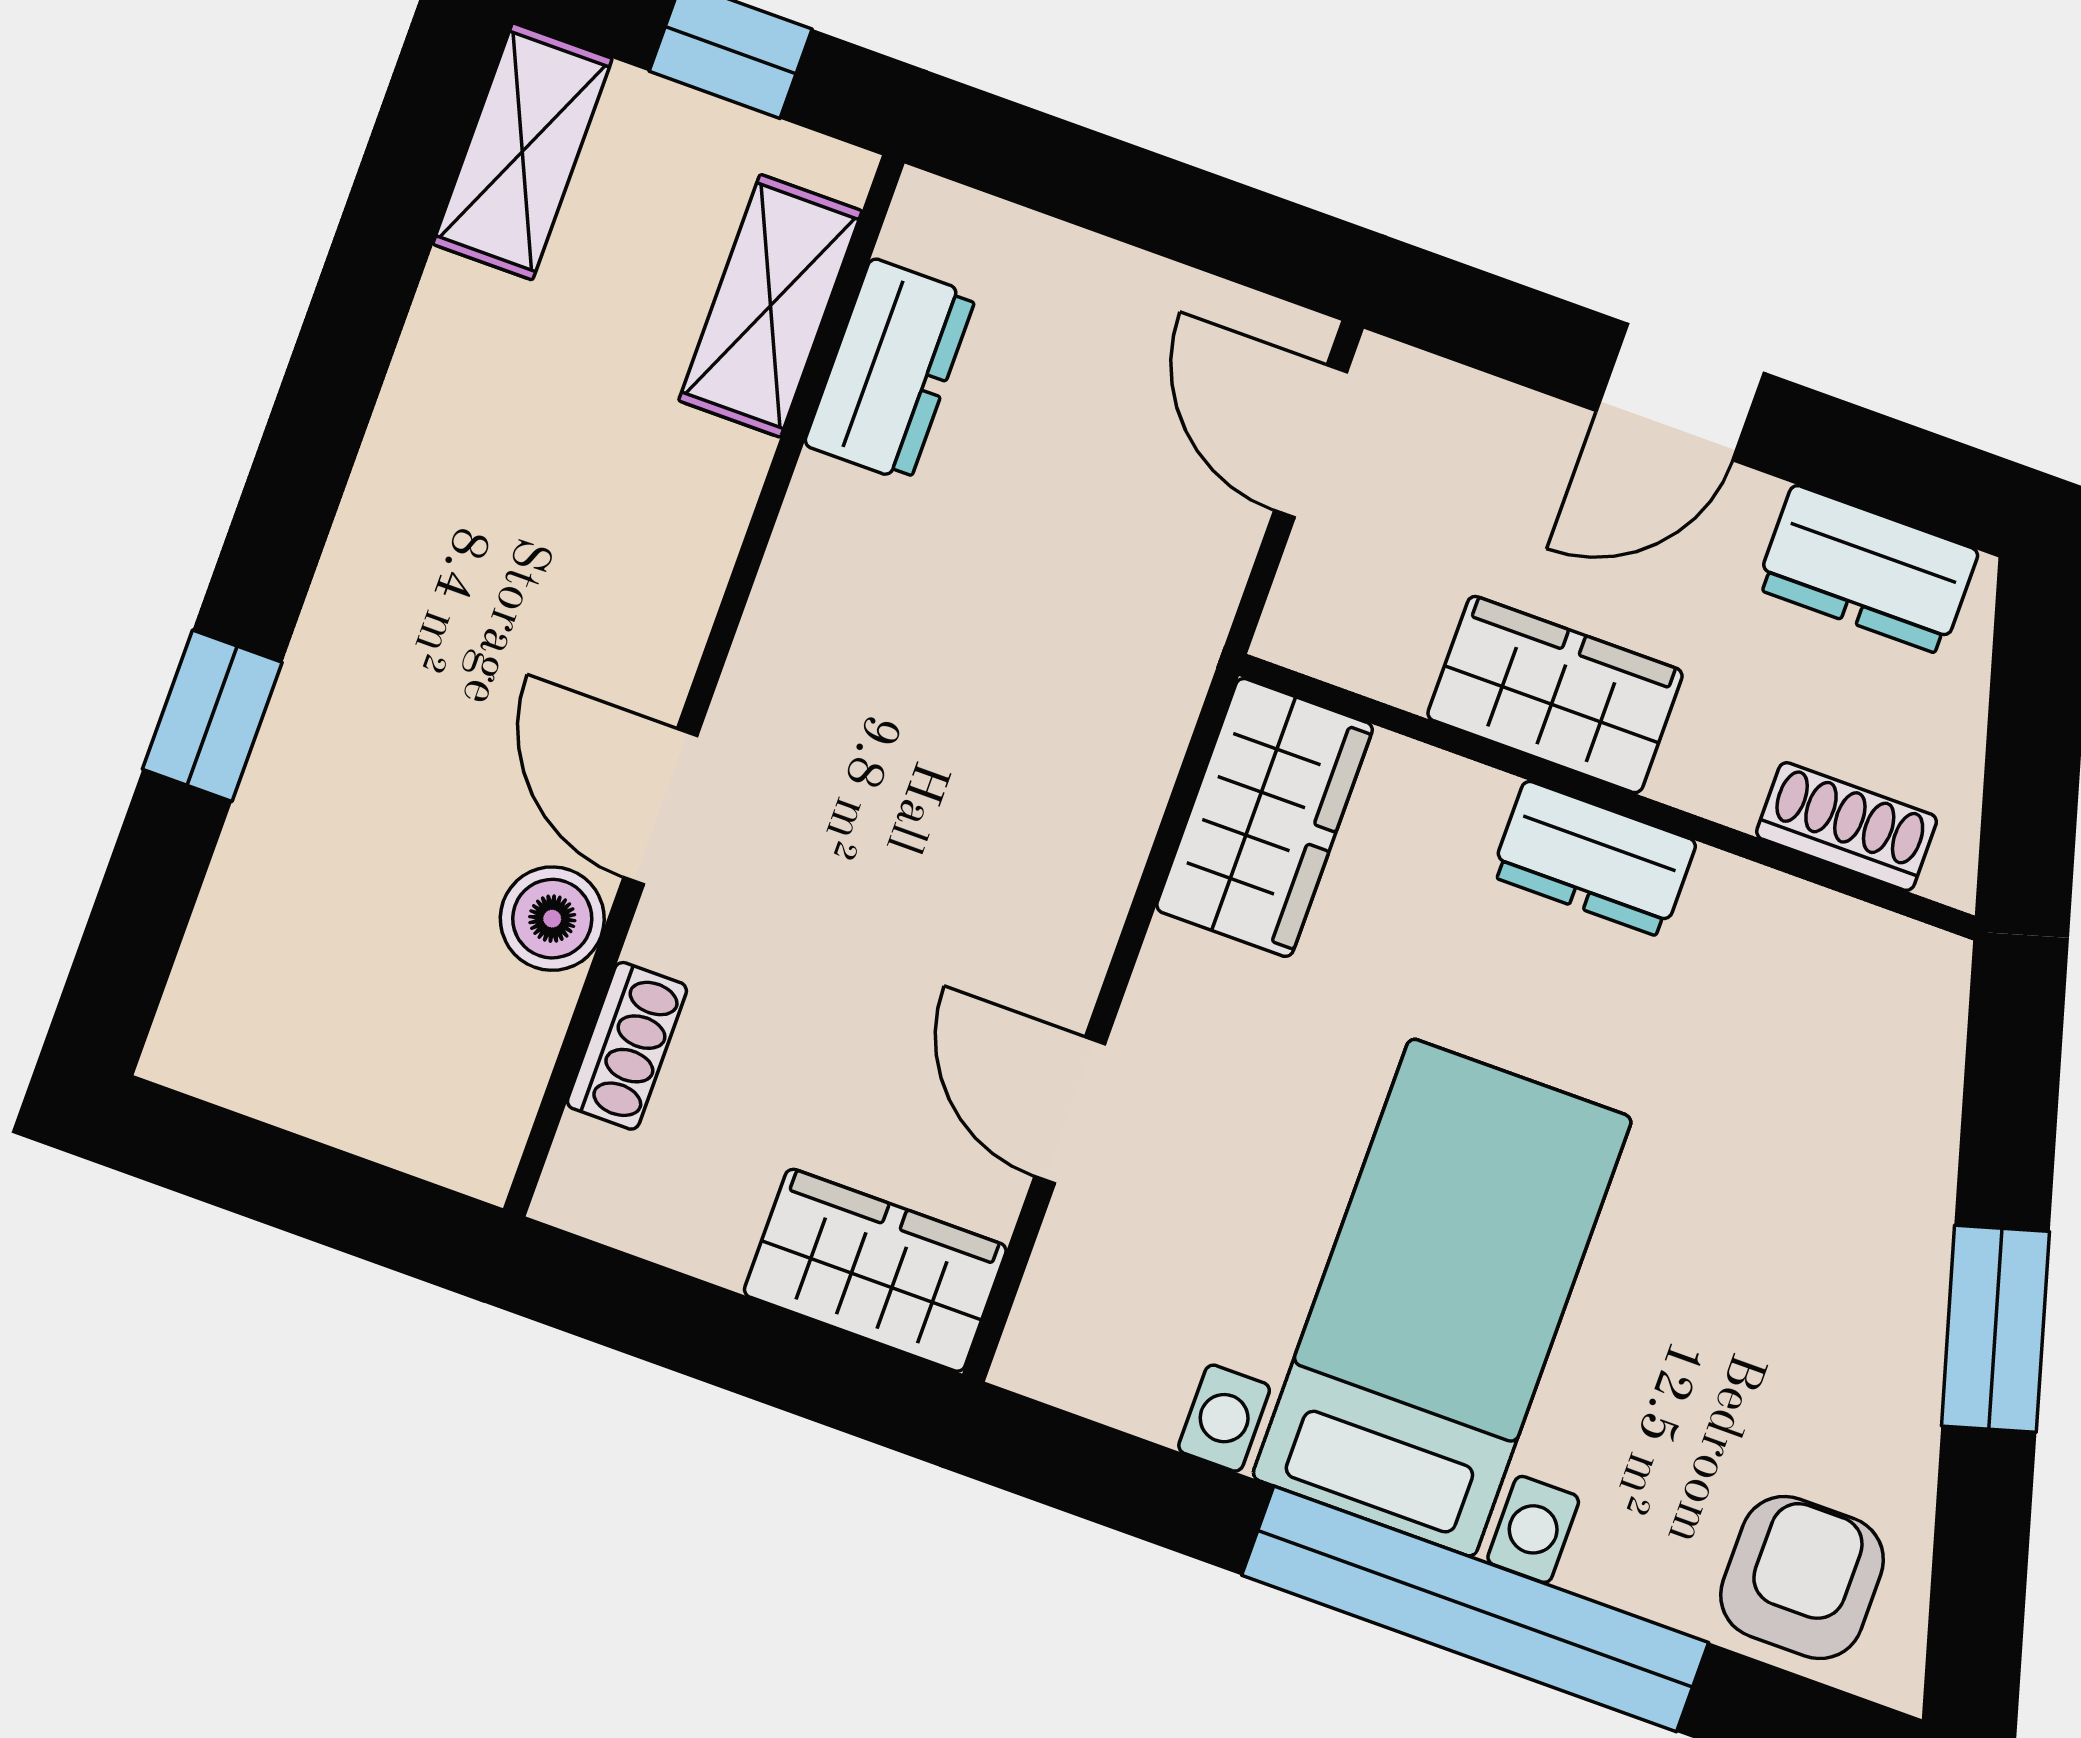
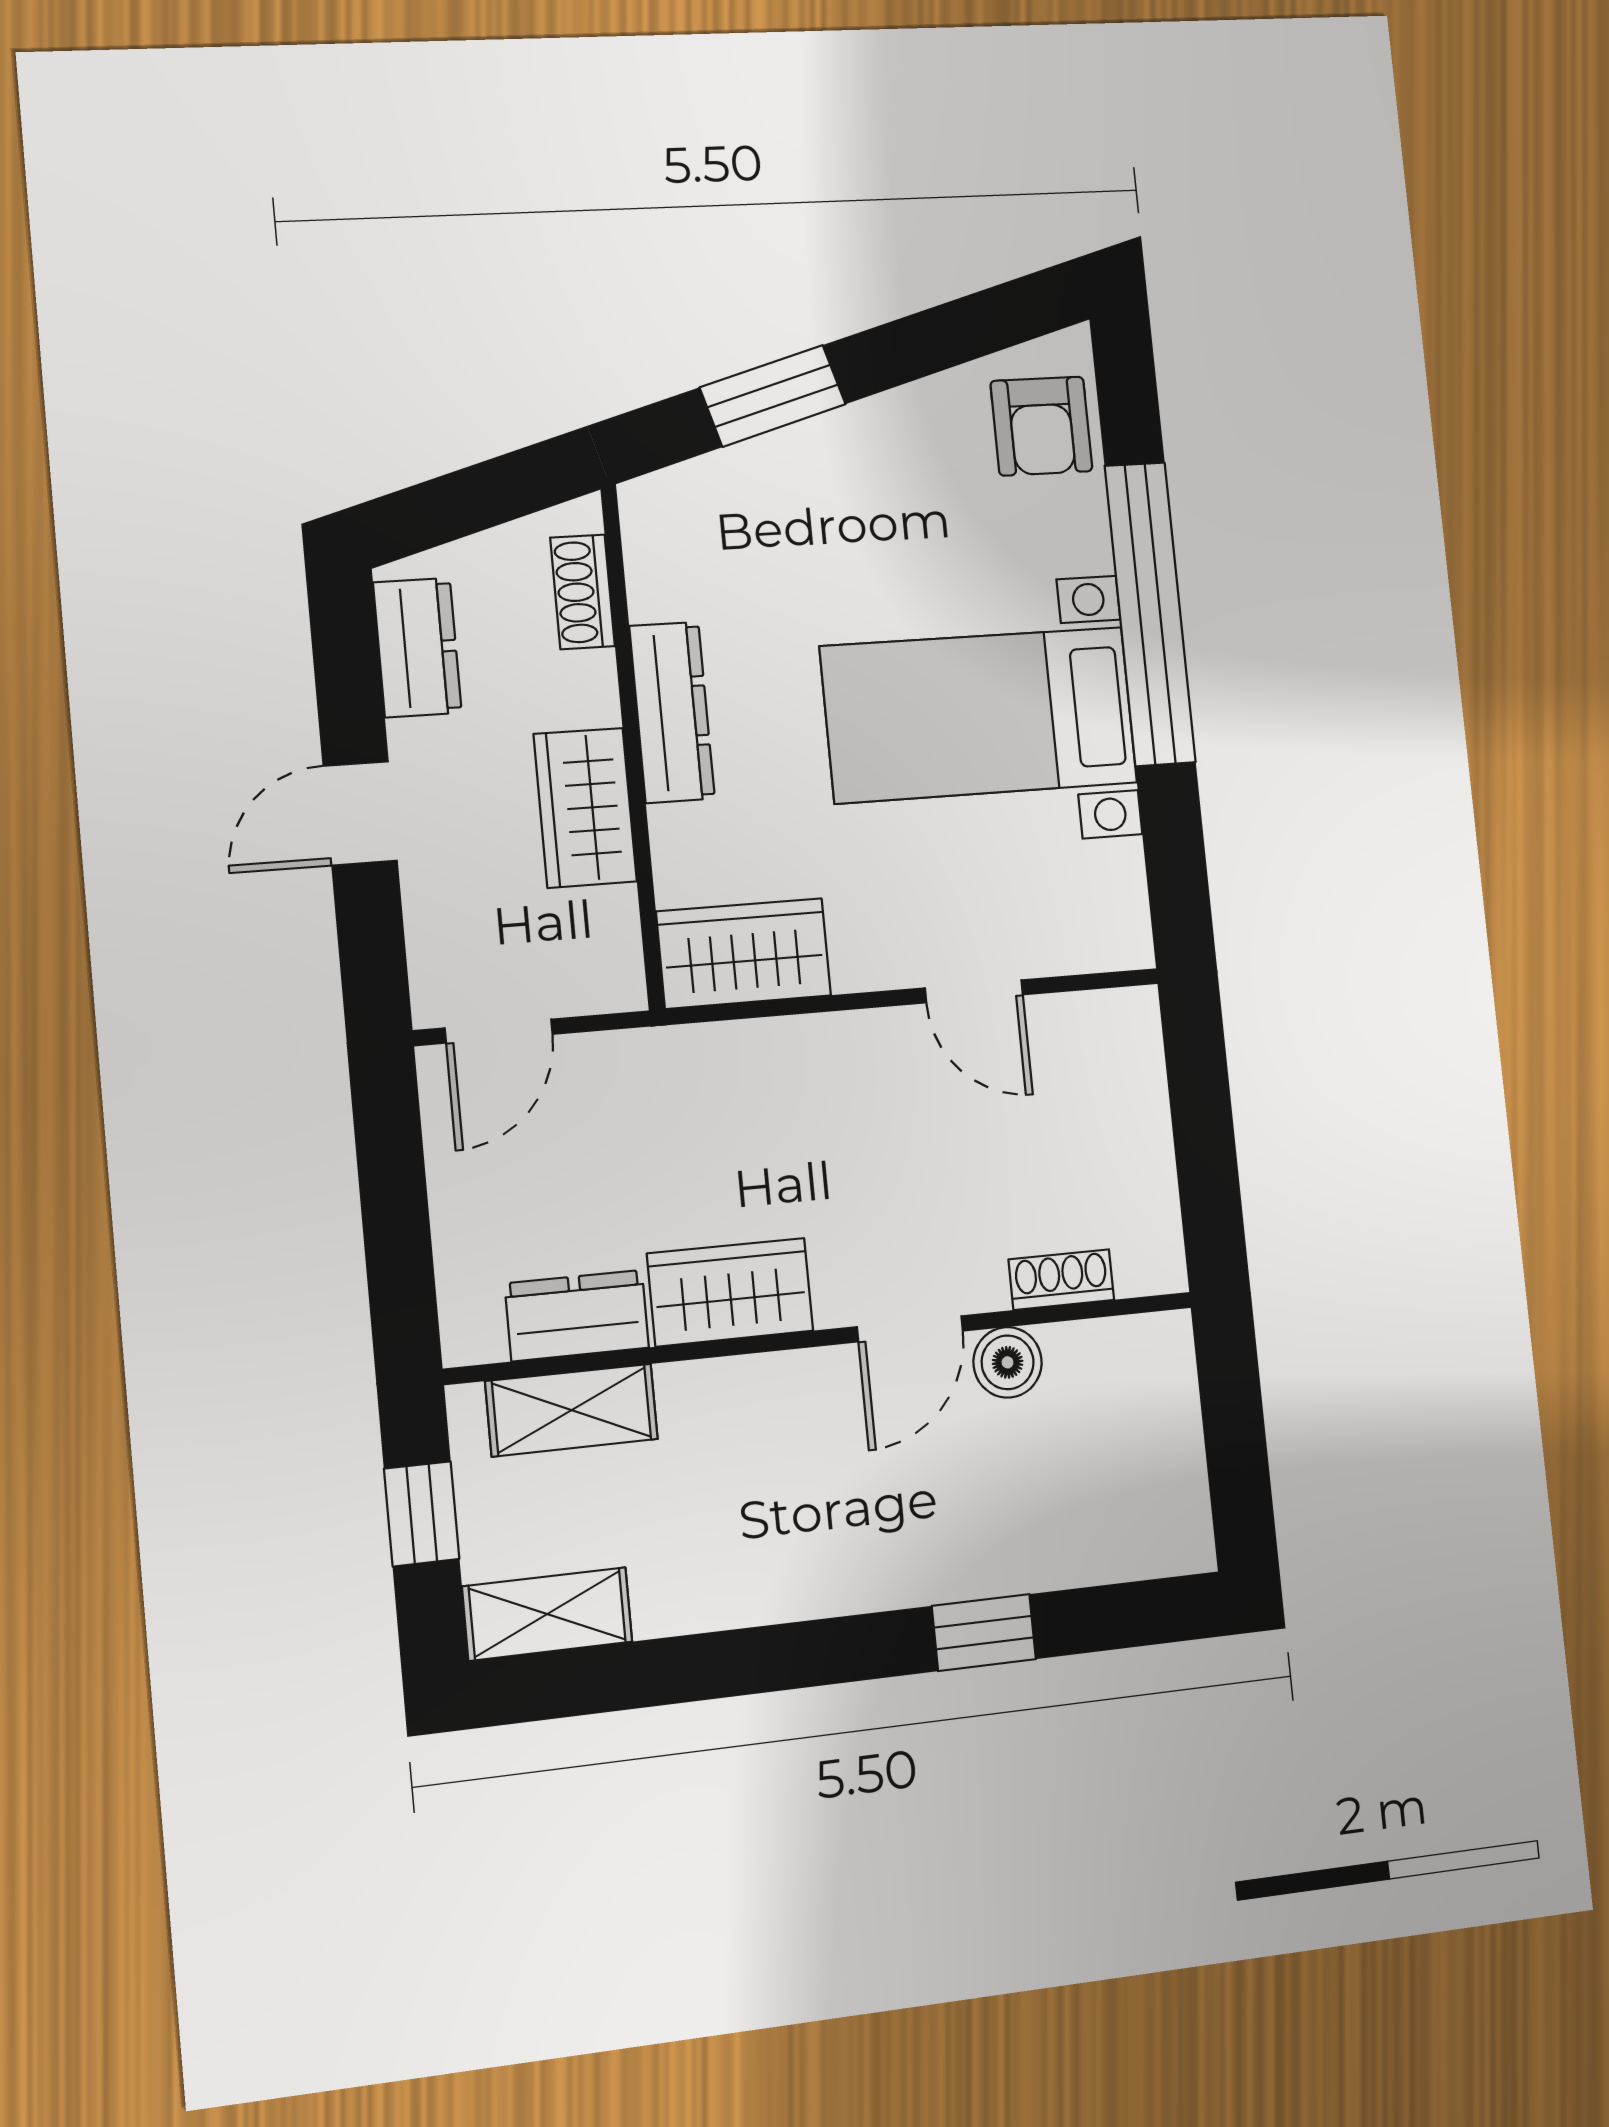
door: (1680, 392) -> (360, 813), swing flipped
dresser: (1594, 859) -> (672, 712), width x1.44
door: (1070, 1110) -> (974, 991), hinge flipped
wardrobe: (875, 1270) -> (730, 1292), moved, turned 90
window: (1995, 1329) -> (773, 396), moved
armchair: (1802, 1577) -> (1041, 426), turned -90

